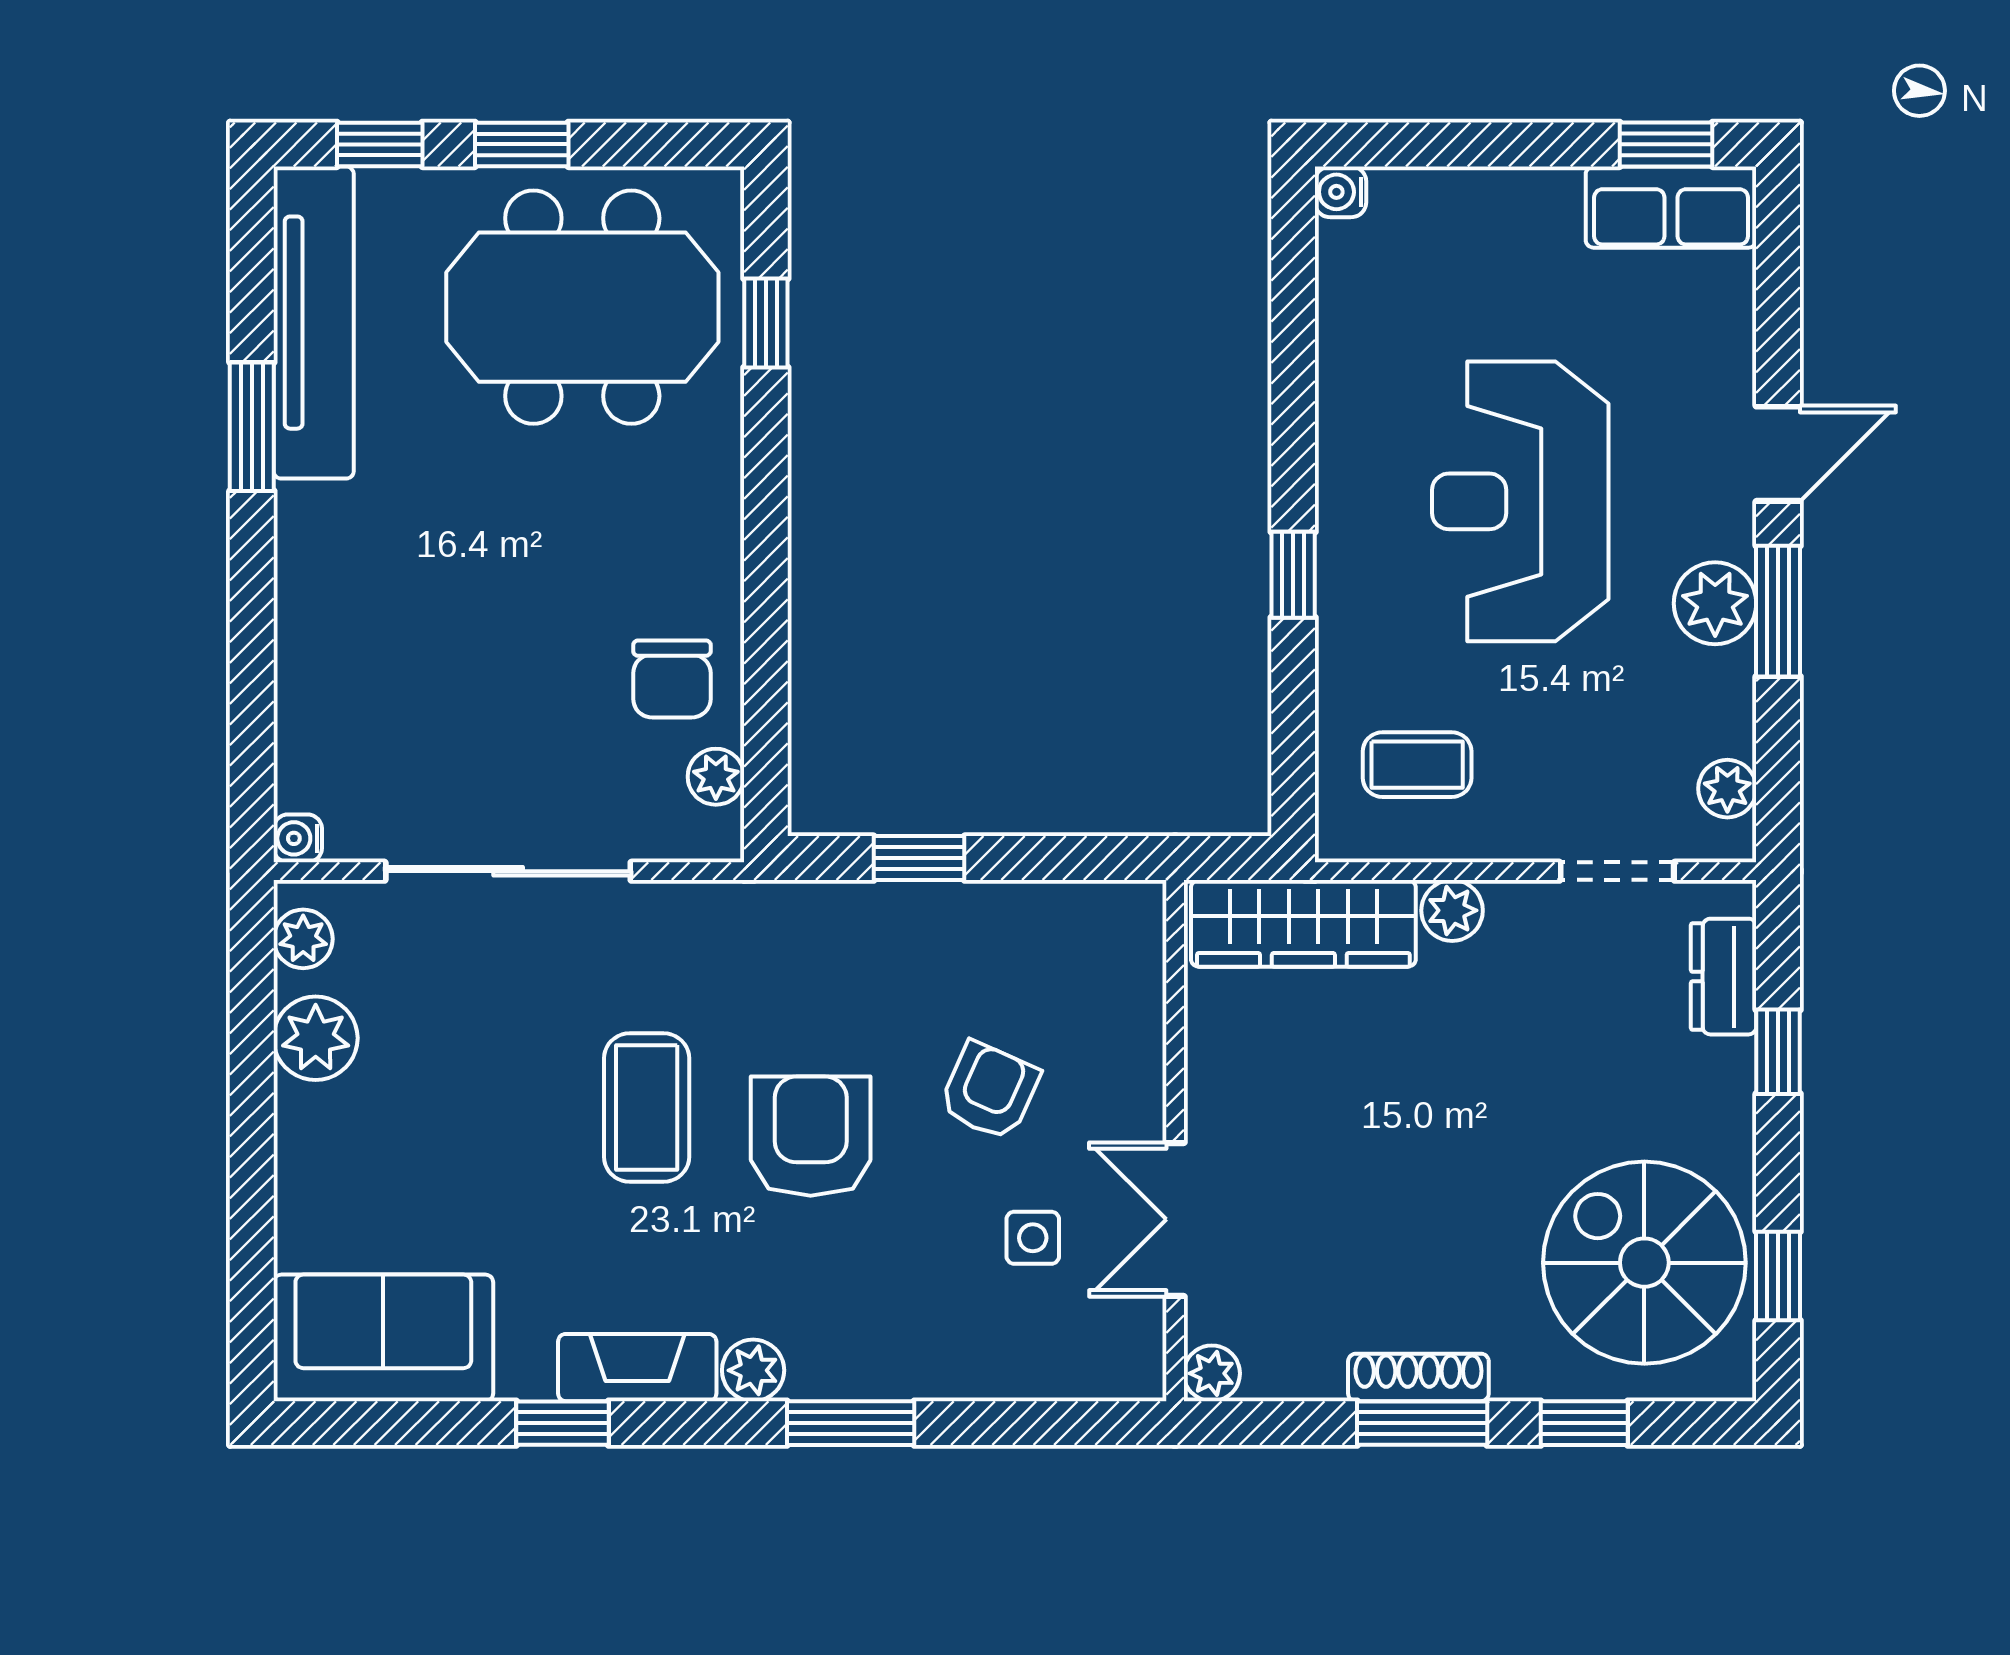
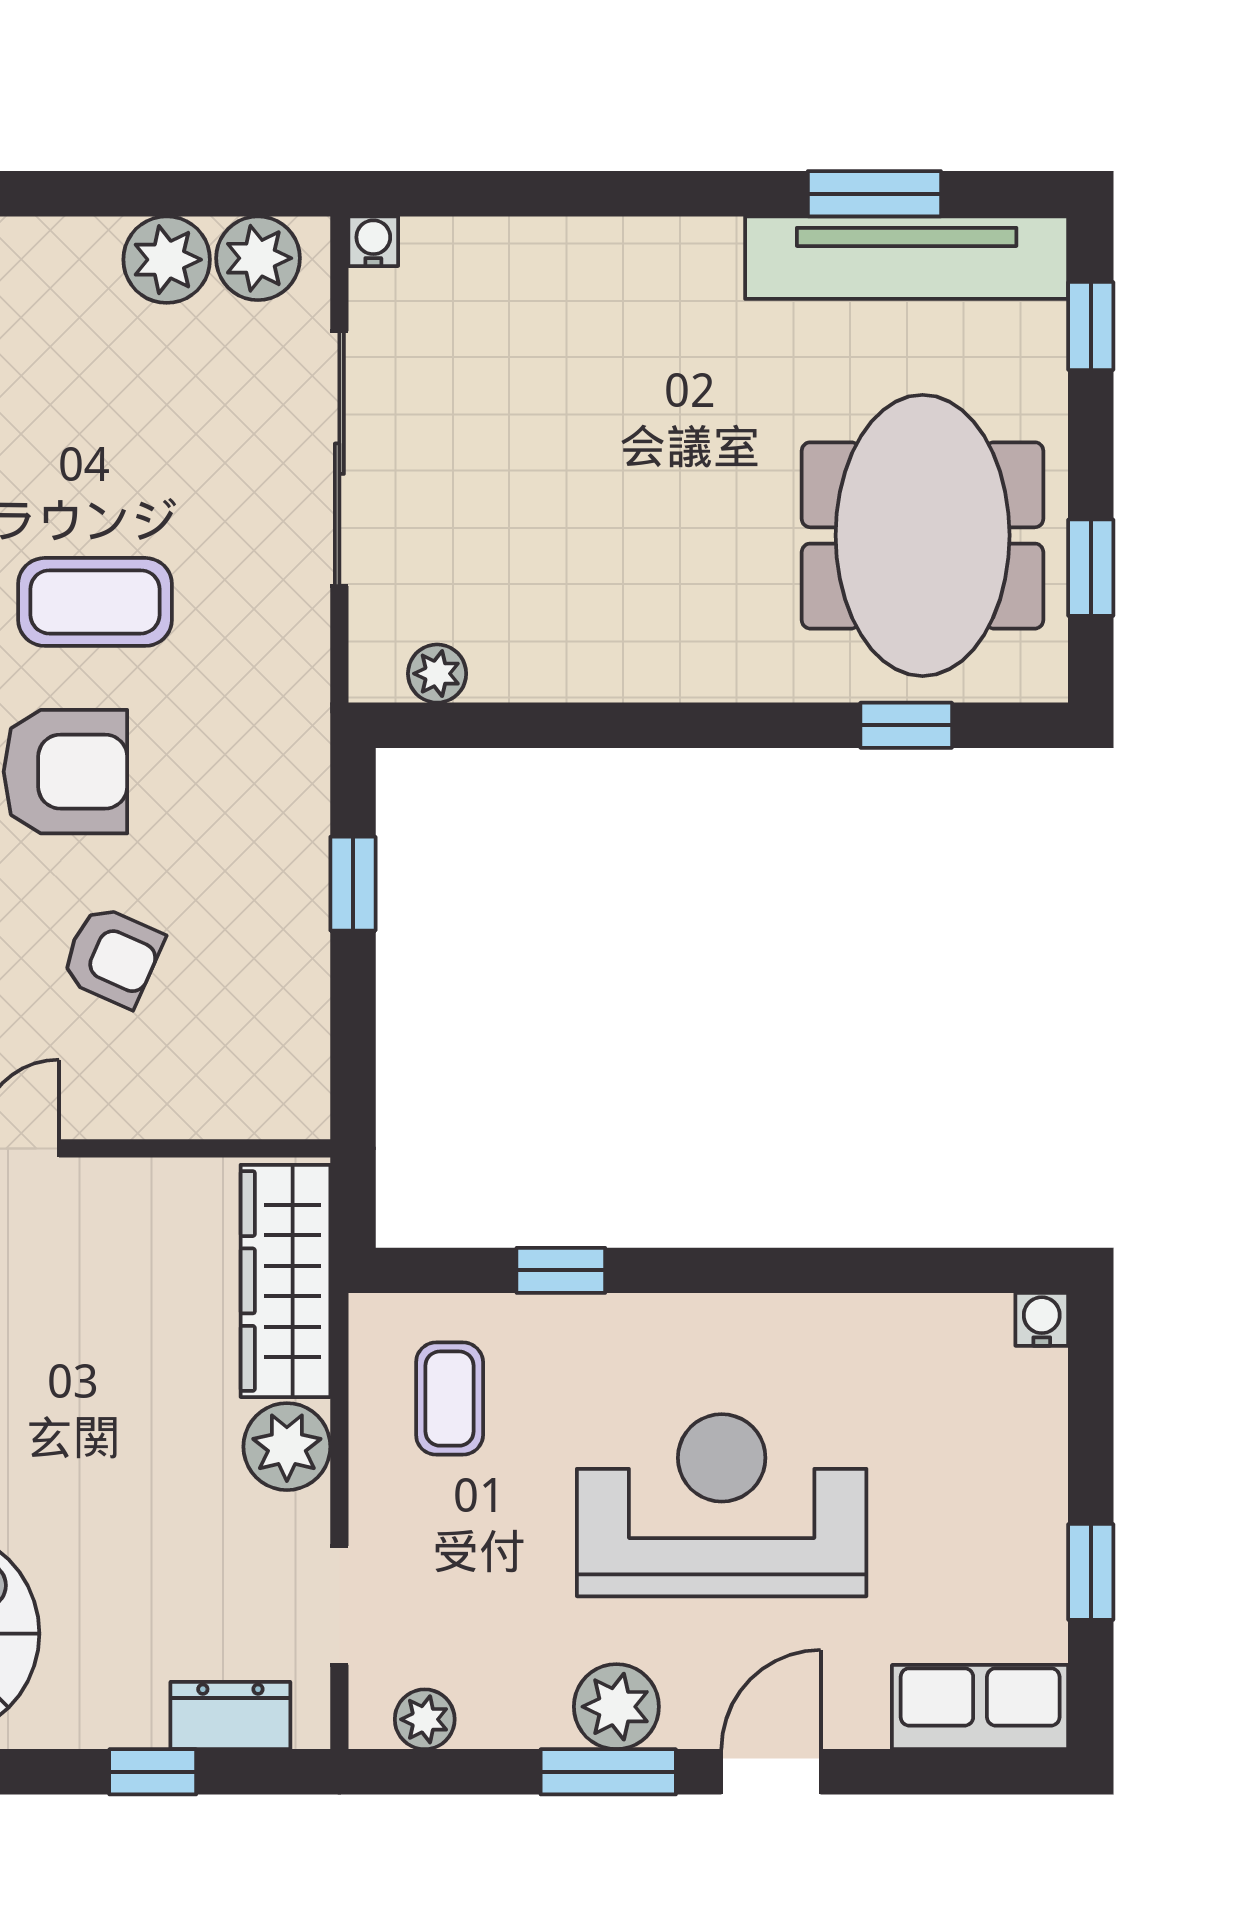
window: (522, 144) -> (1091, 568), moved
window: (1666, 144) -> (1091, 1572), moved
row of seats: (1671, 207) -> (980, 1707), moved, turned 90
window: (252, 427) -> (874, 194), moved
door: (1778, 454) -> (771, 1772), swing flipped
window: (1293, 575) -> (561, 1270), moved
chair: (672, 679) -> (538, 628), removed
plant: (1452, 910) -> (287, 1447), width x1.38, depth x1.38
plant: (303, 939) -> (258, 258), width x1.38, depth x1.38

